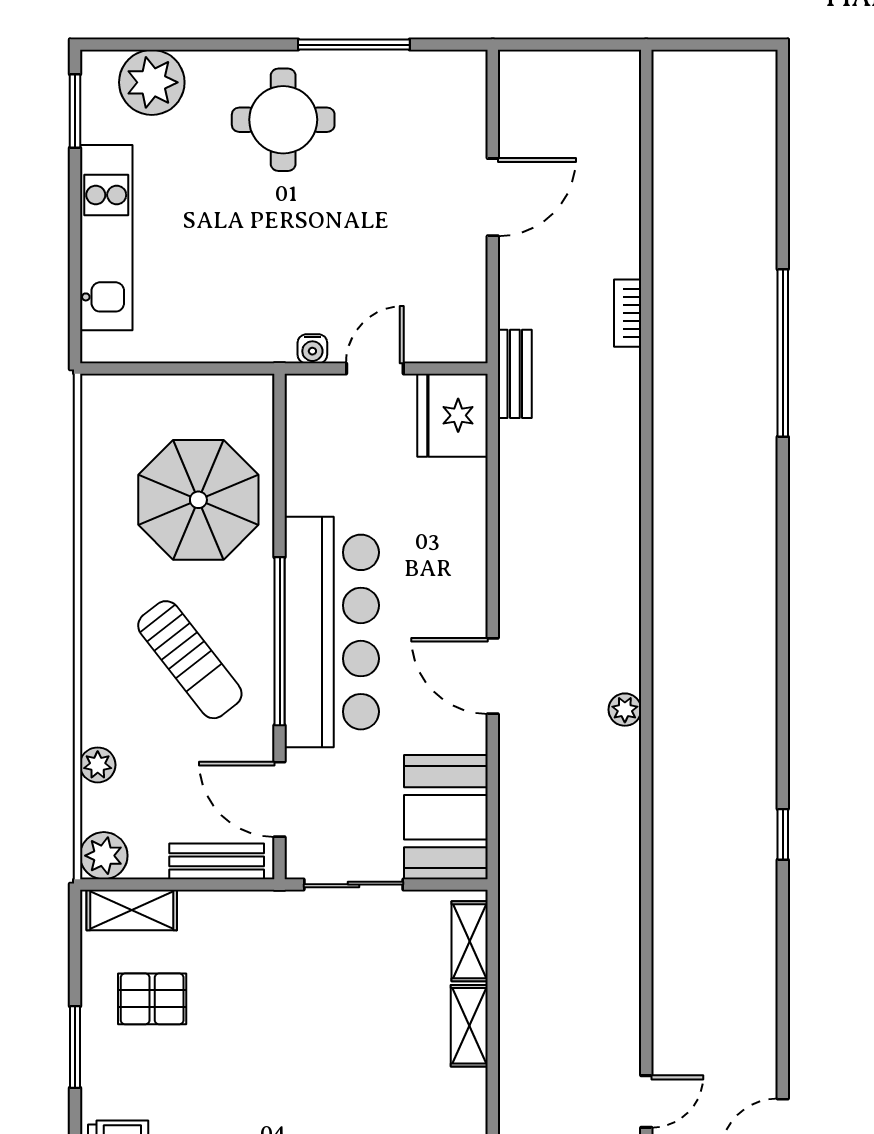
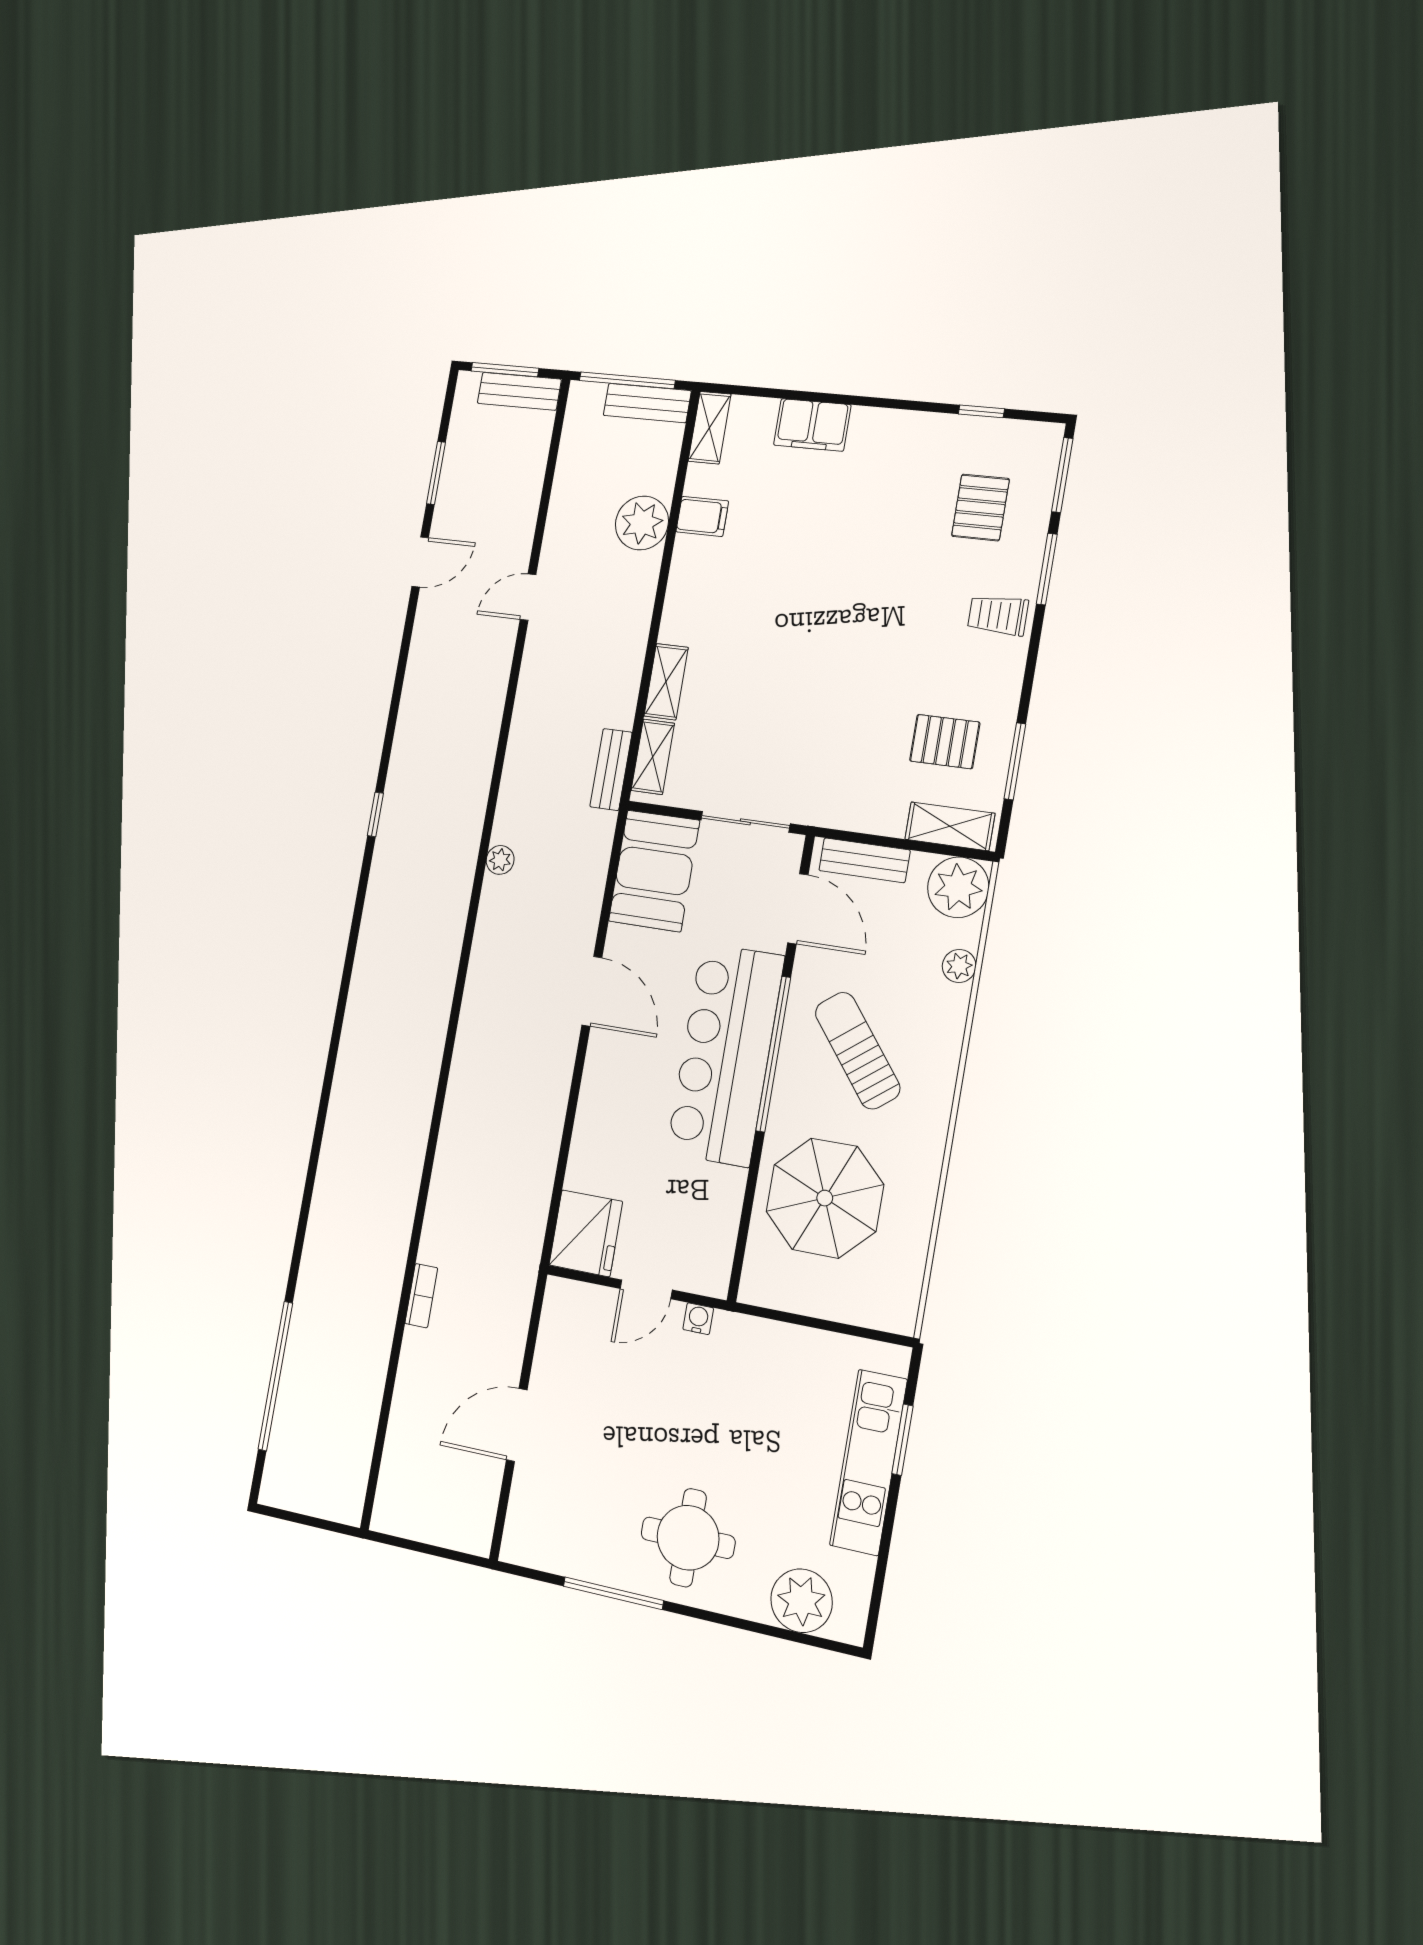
window: (75, 111) -> (902, 1440), moved
window: (783, 353) -> (275, 1376), moved
bench: (515, 374) -> (611, 770), moved
plant: (625, 710) -> (500, 860), moved
plant: (104, 856) -> (958, 887), width x1.36, depth x1.36
window: (75, 1047) -> (1015, 761), moved

